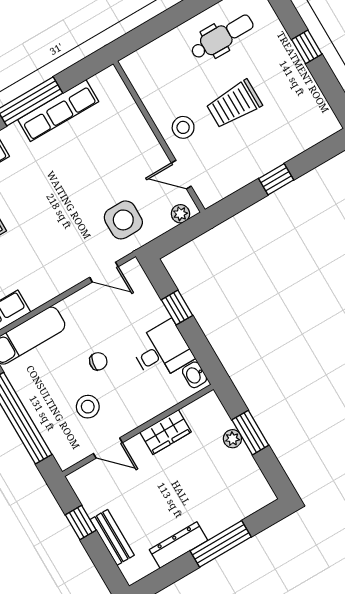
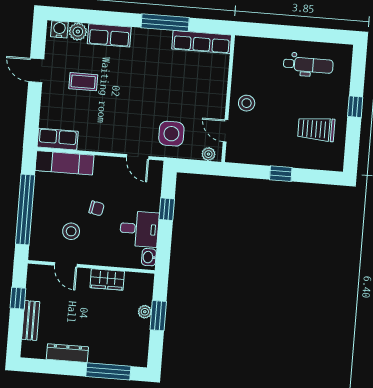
trolley: (234, 104) -> (316, 129), moved
row of seats: (58, 111) -> (202, 42), moved
window: (221, 544) -> (108, 371), moved

